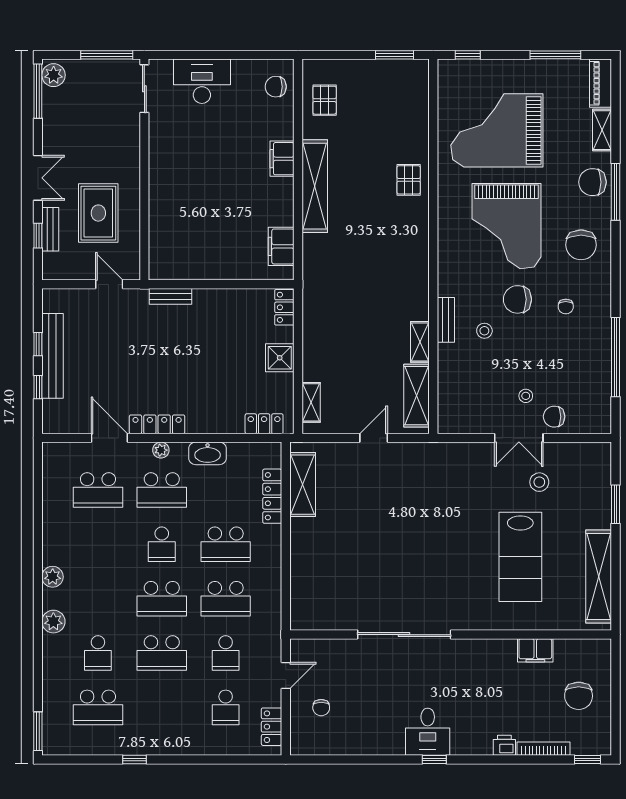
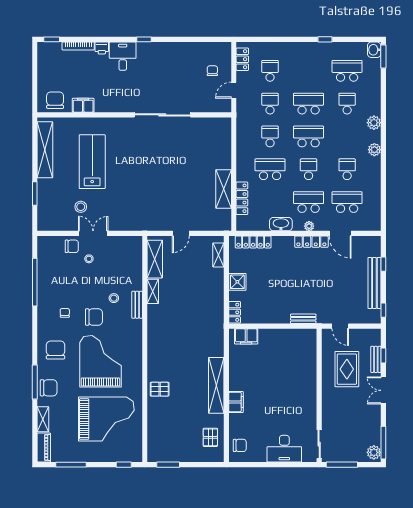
pallet: (409, 180) -> (160, 389), turned 90
filing cabinet: (281, 246) -> (246, 336), moved, turned 90
window: (38, 344) -> (383, 310), moved
locker: (264, 424) -> (253, 242), width x1.53
shelving: (303, 485) -> (224, 189), moved
school desk: (98, 544) -> (347, 169), added
school desk: (226, 599) -> (270, 136), width x0.54
chair: (579, 696) -> (55, 100), moved
desk: (428, 732) -> (123, 56), moved
washbasin: (53, 742) -> (374, 50), added

